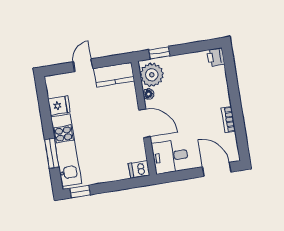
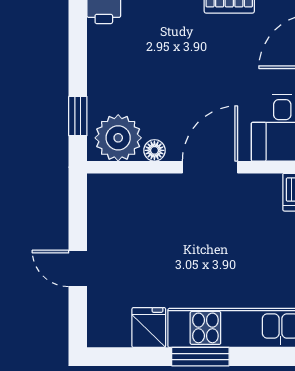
kitchen counter: (114, 75) -> (106, 211), removed
window: (52, 153) -> (200, 357), moved

